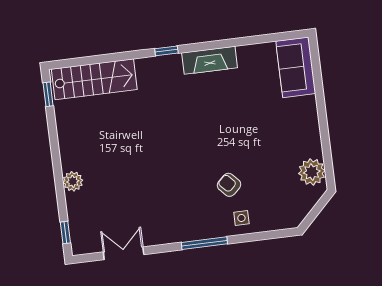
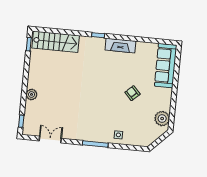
sofa: (296, 67) -> (166, 66), width x1.36
armchair: (229, 185) -> (132, 93), moved

